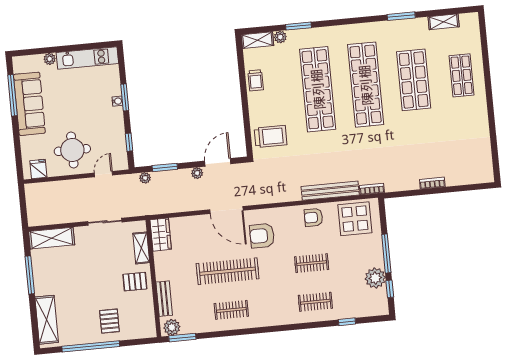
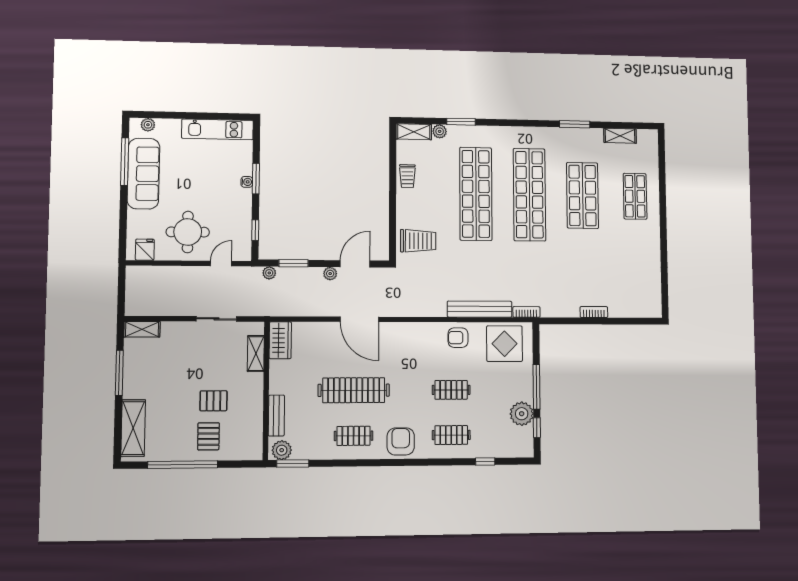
plant: (50, 59) -> (148, 125), moved
armchair: (262, 236) -> (401, 441), moved, turned 90
shelving: (52, 238) -> (142, 329), width x0.67, depth x0.75
pallet: (135, 282) -> (213, 401), moved

